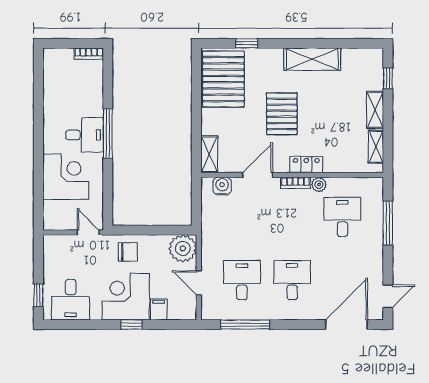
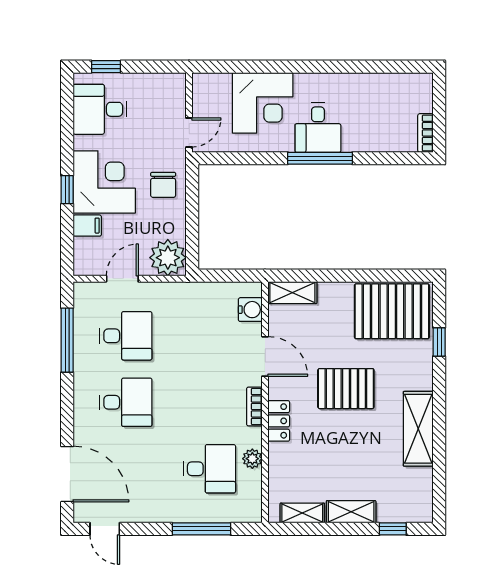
plant: (319, 185) -> (252, 459), moved

